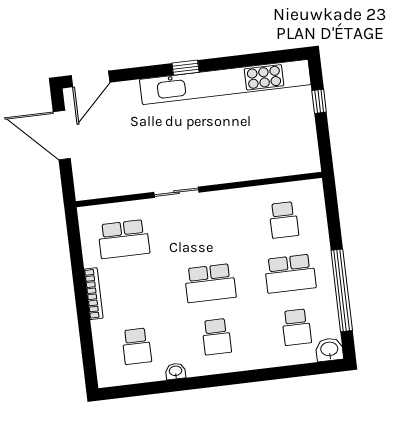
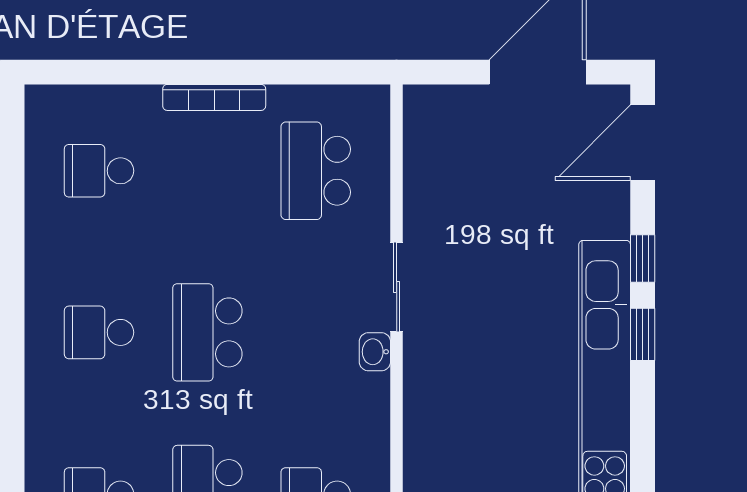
window: (148, 72) -> (643, 258), added
door: (91, 79) -> (643, 143), hinge flipped
washbasin: (176, 371) -> (375, 352), moved, turned 180

